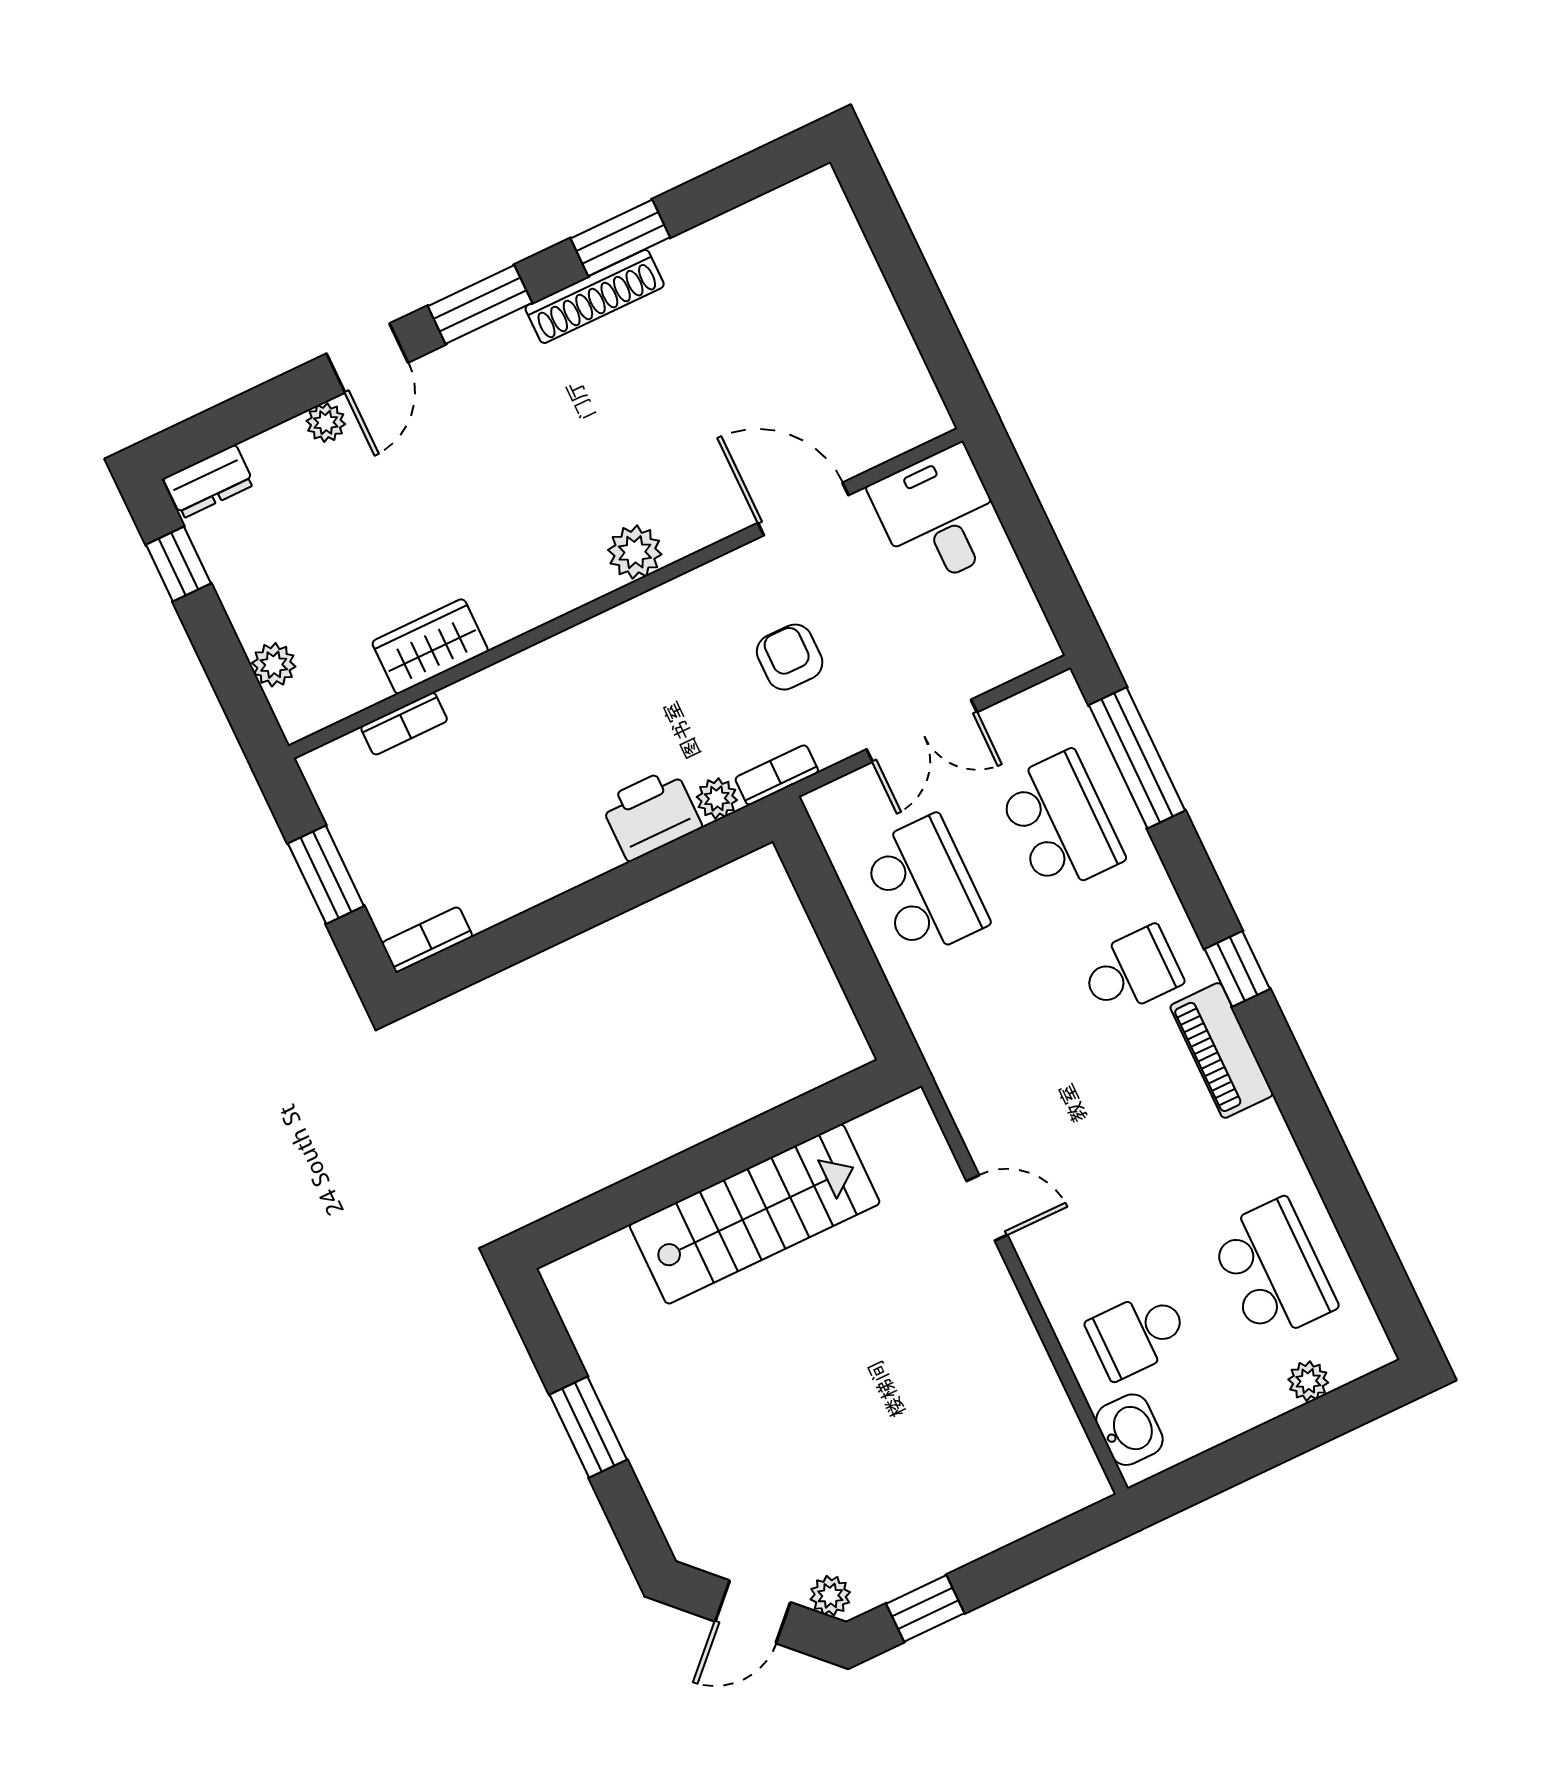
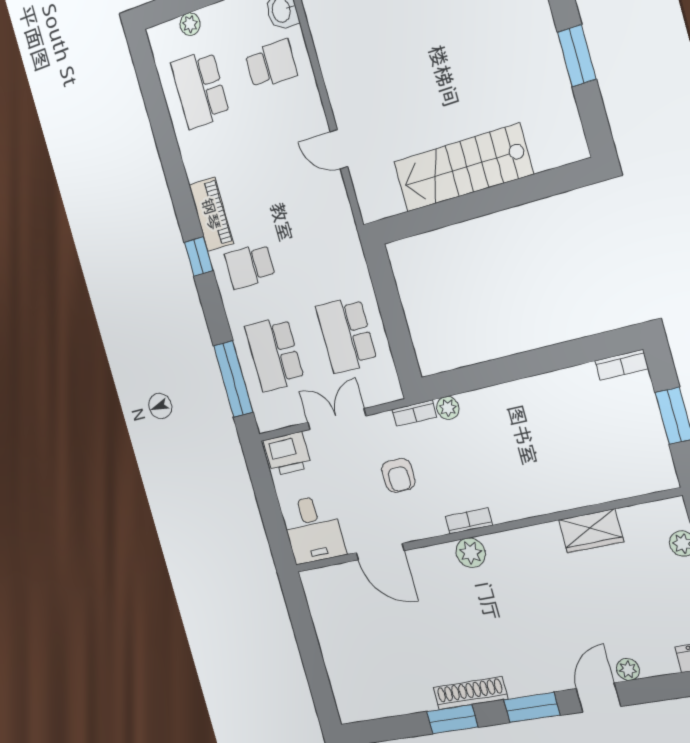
bookcase: (404, 724) -> (469, 521), moved
printer: (651, 814) -> (287, 454), moved

